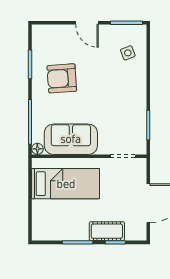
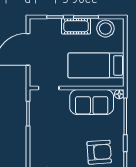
stool: (54, 228) -> (105, 29), added
cot: (107, 231) -> (76, 26), moved

